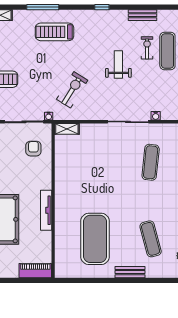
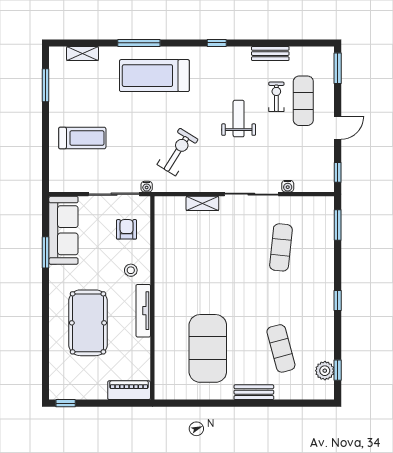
treadmill: (55, 32) -> (154, 76), width x1.37, depth x1.38
shelving: (67, 129) -> (202, 203), moved
stool: (37, 180) -> (131, 270), added

